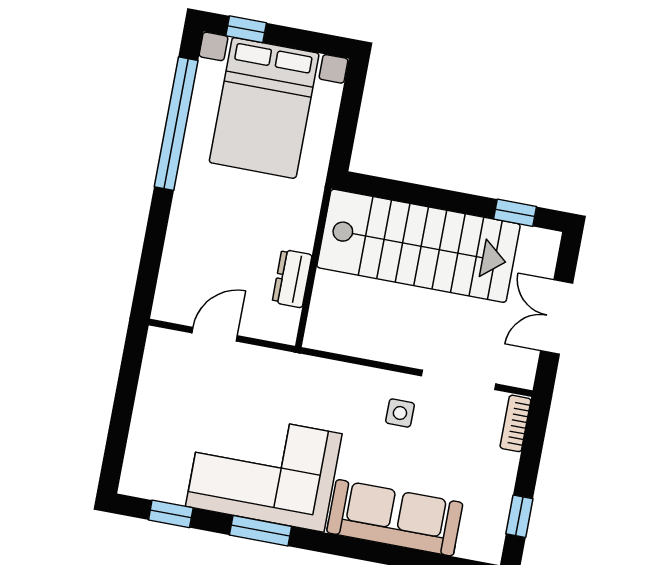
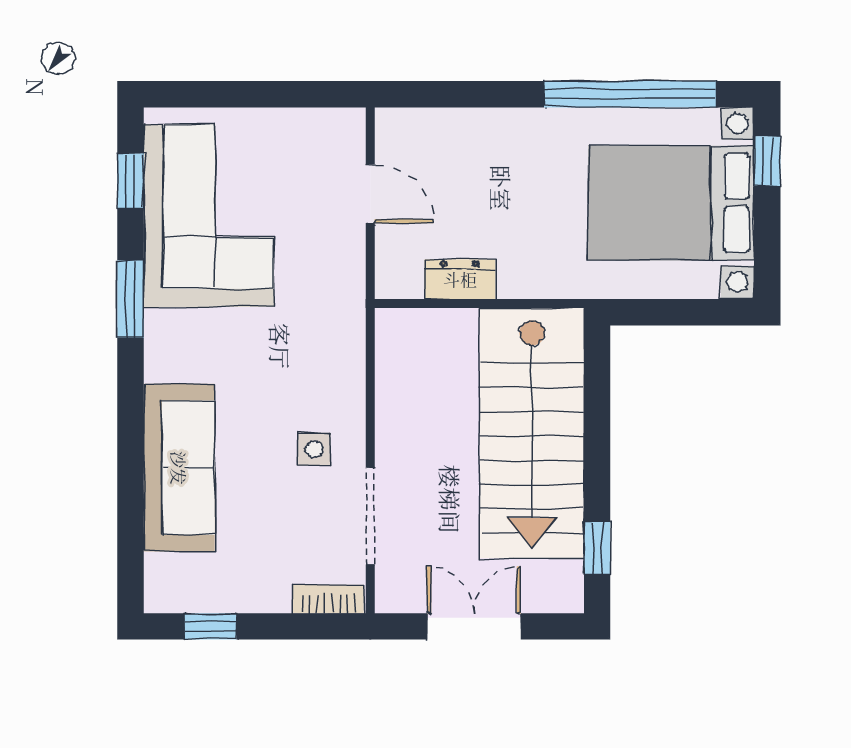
corner sofa: (264, 470) -> (209, 215), moved

